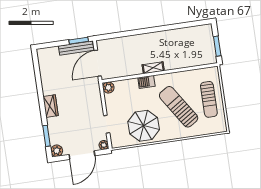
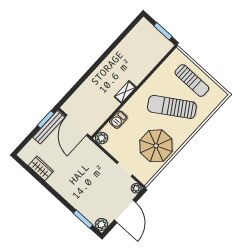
barbecue: (146, 82) -> (118, 120), moved
wardrobe: (51, 106) -> (41, 168), moved

